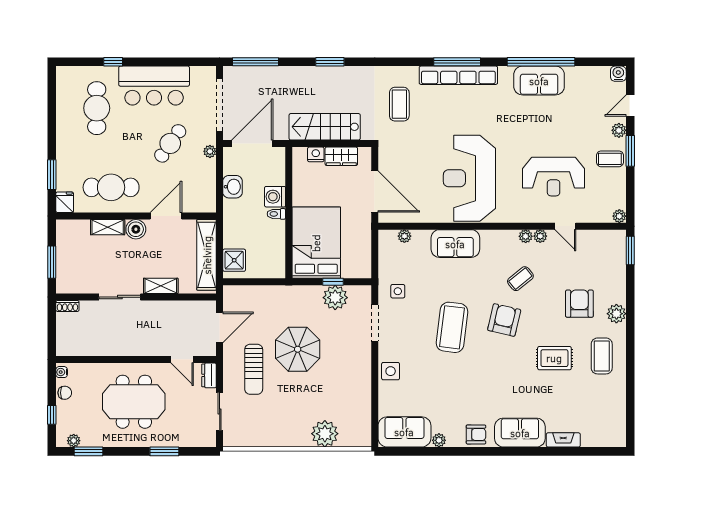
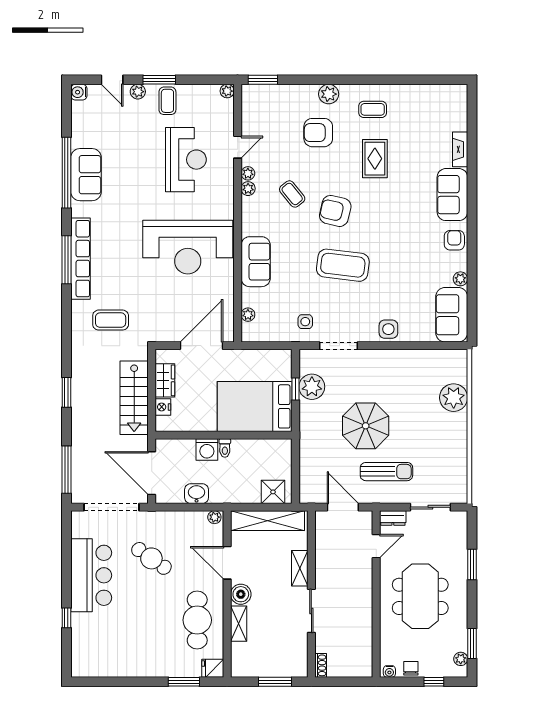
cafe table: (97, 108) -> (115, 635), removed
plant: (210, 151) -> (214, 517), moved
coffee table: (602, 356) -> (373, 109), width x0.73, depth x0.77

